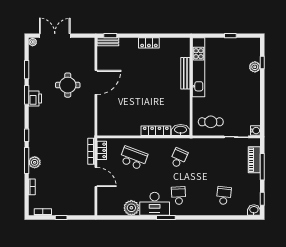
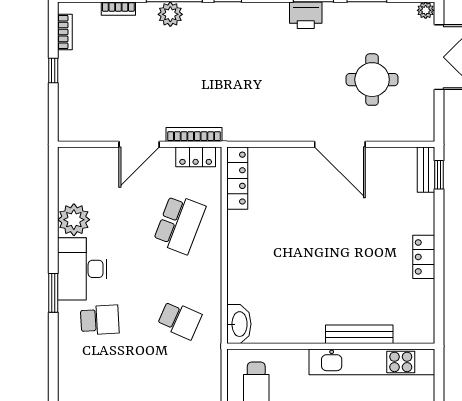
round table: (68, 85) -> (372, 80), moved
locker: (156, 131) -> (237, 178), moved

